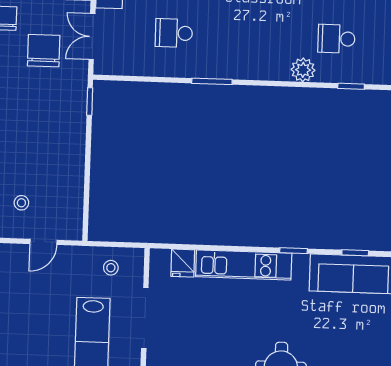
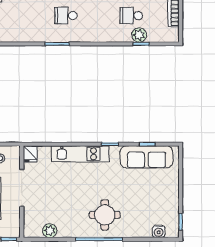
school desk: (174, 33) -> (66, 16), moved
plant: (303, 70) -> (139, 35), moved
fridge: (183, 263) -> (30, 154), moved

